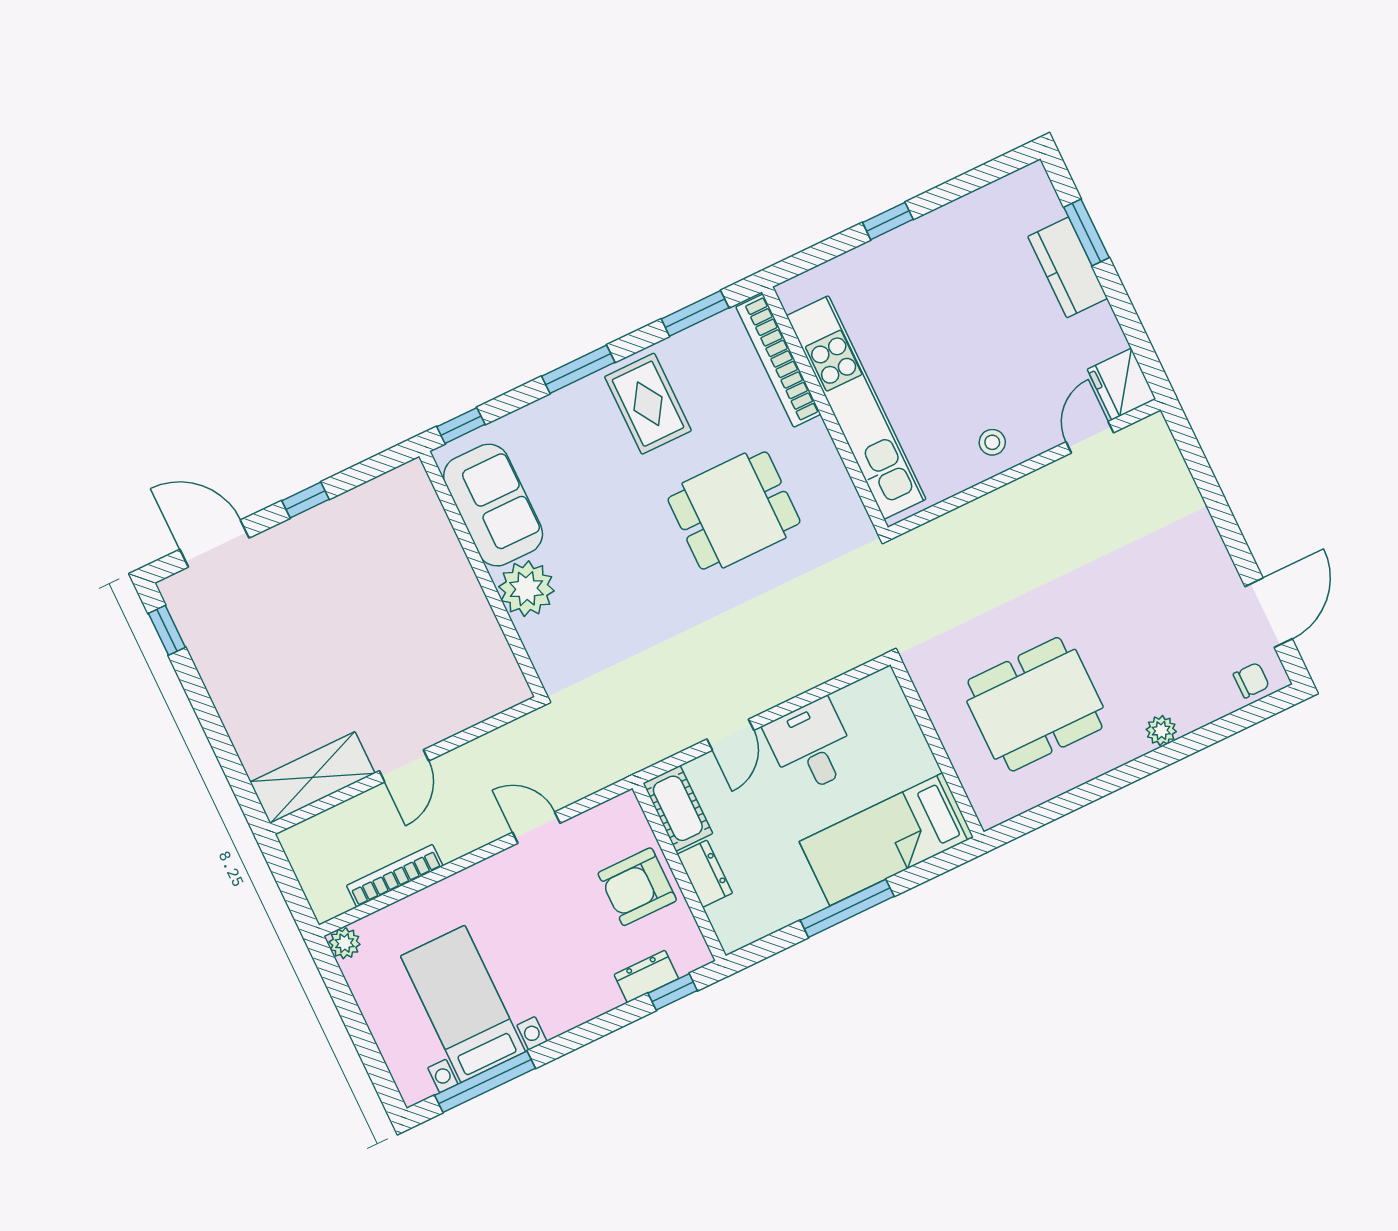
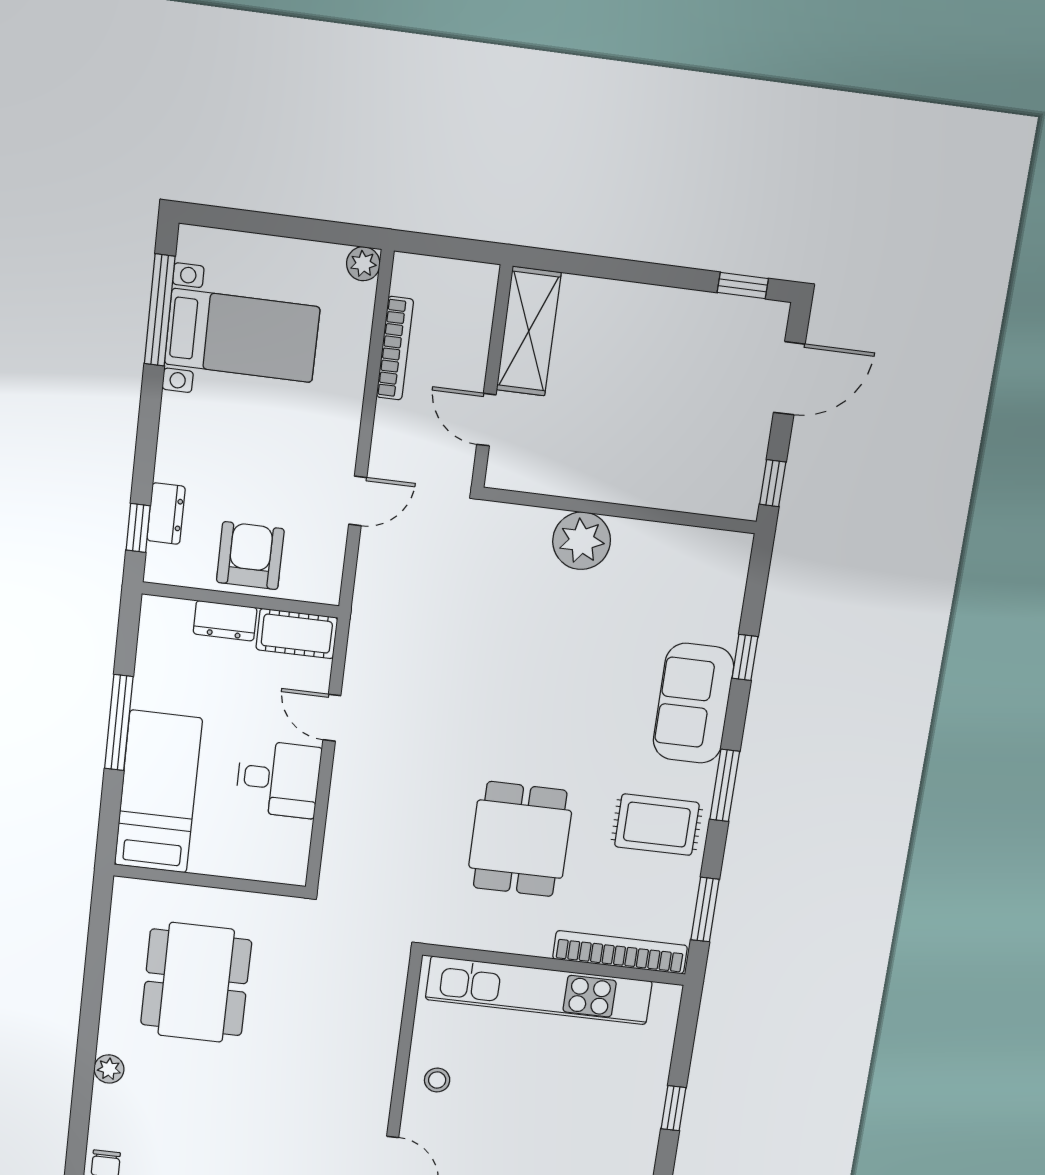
sofa: (493, 505) -> (693, 703), moved, turned 90
wall: (482, 574) -> (620, 511), moved
plant: (526, 589) -> (582, 541), moved

